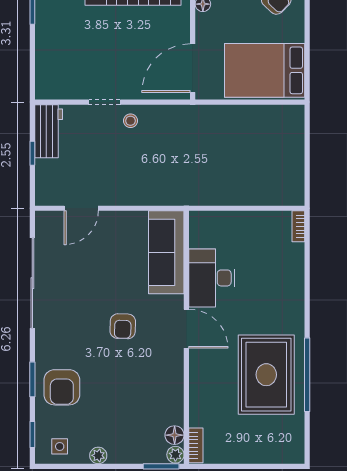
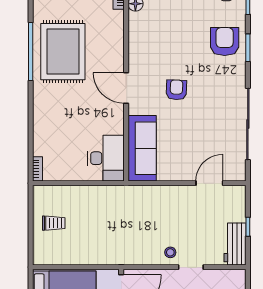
trolley: (278, 158) -> (54, 223), added
desk: (212, 278) -> (106, 158), moved

